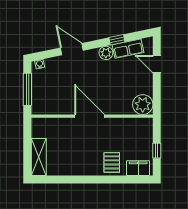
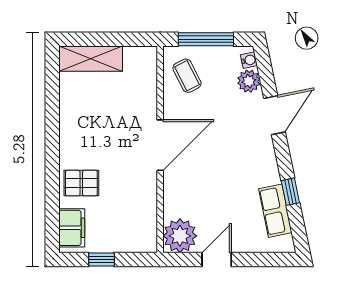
plant: (106, 53) -> (249, 81), moved
door: (157, 64) -> (217, 260), moved
coffee table: (49, 100) -> (187, 76), added

